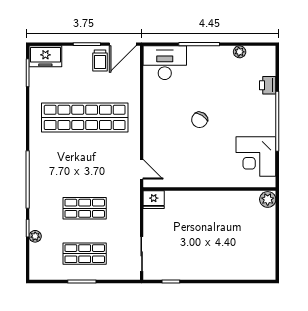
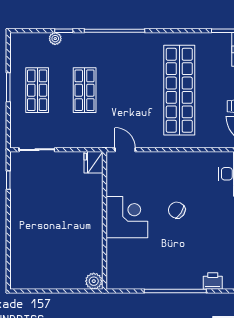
corner desk: (256, 157) -> (127, 217), moved, turned 90
door: (142, 169) -> (125, 150), swing flipped

